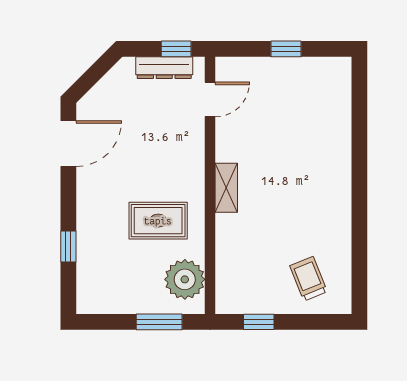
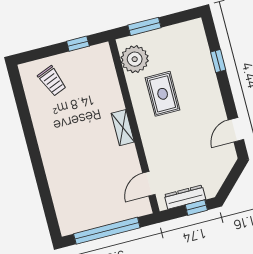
window: (176, 49) -> (196, 208), moved
window: (286, 49) -> (107, 231), width x3.17
door: (68, 144) -> (236, 130), width x0.73
rug: (158, 221) -> (163, 94), turned 90

